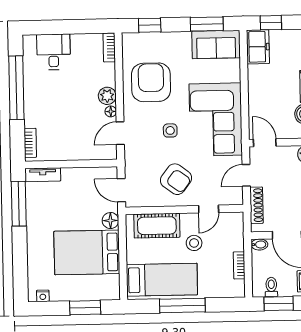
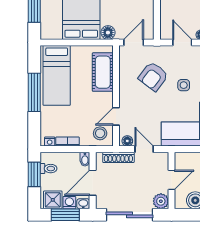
door: (265, 143) -> (172, 180), moved
armchair: (176, 179) -> (153, 76), moved
floor lamp: (237, 195) -> (127, 141), added
door: (209, 209) -> (116, 116), hinge flipped
stool: (194, 243) -> (100, 133), moved
nightstand: (240, 286) -> (50, 141), added

